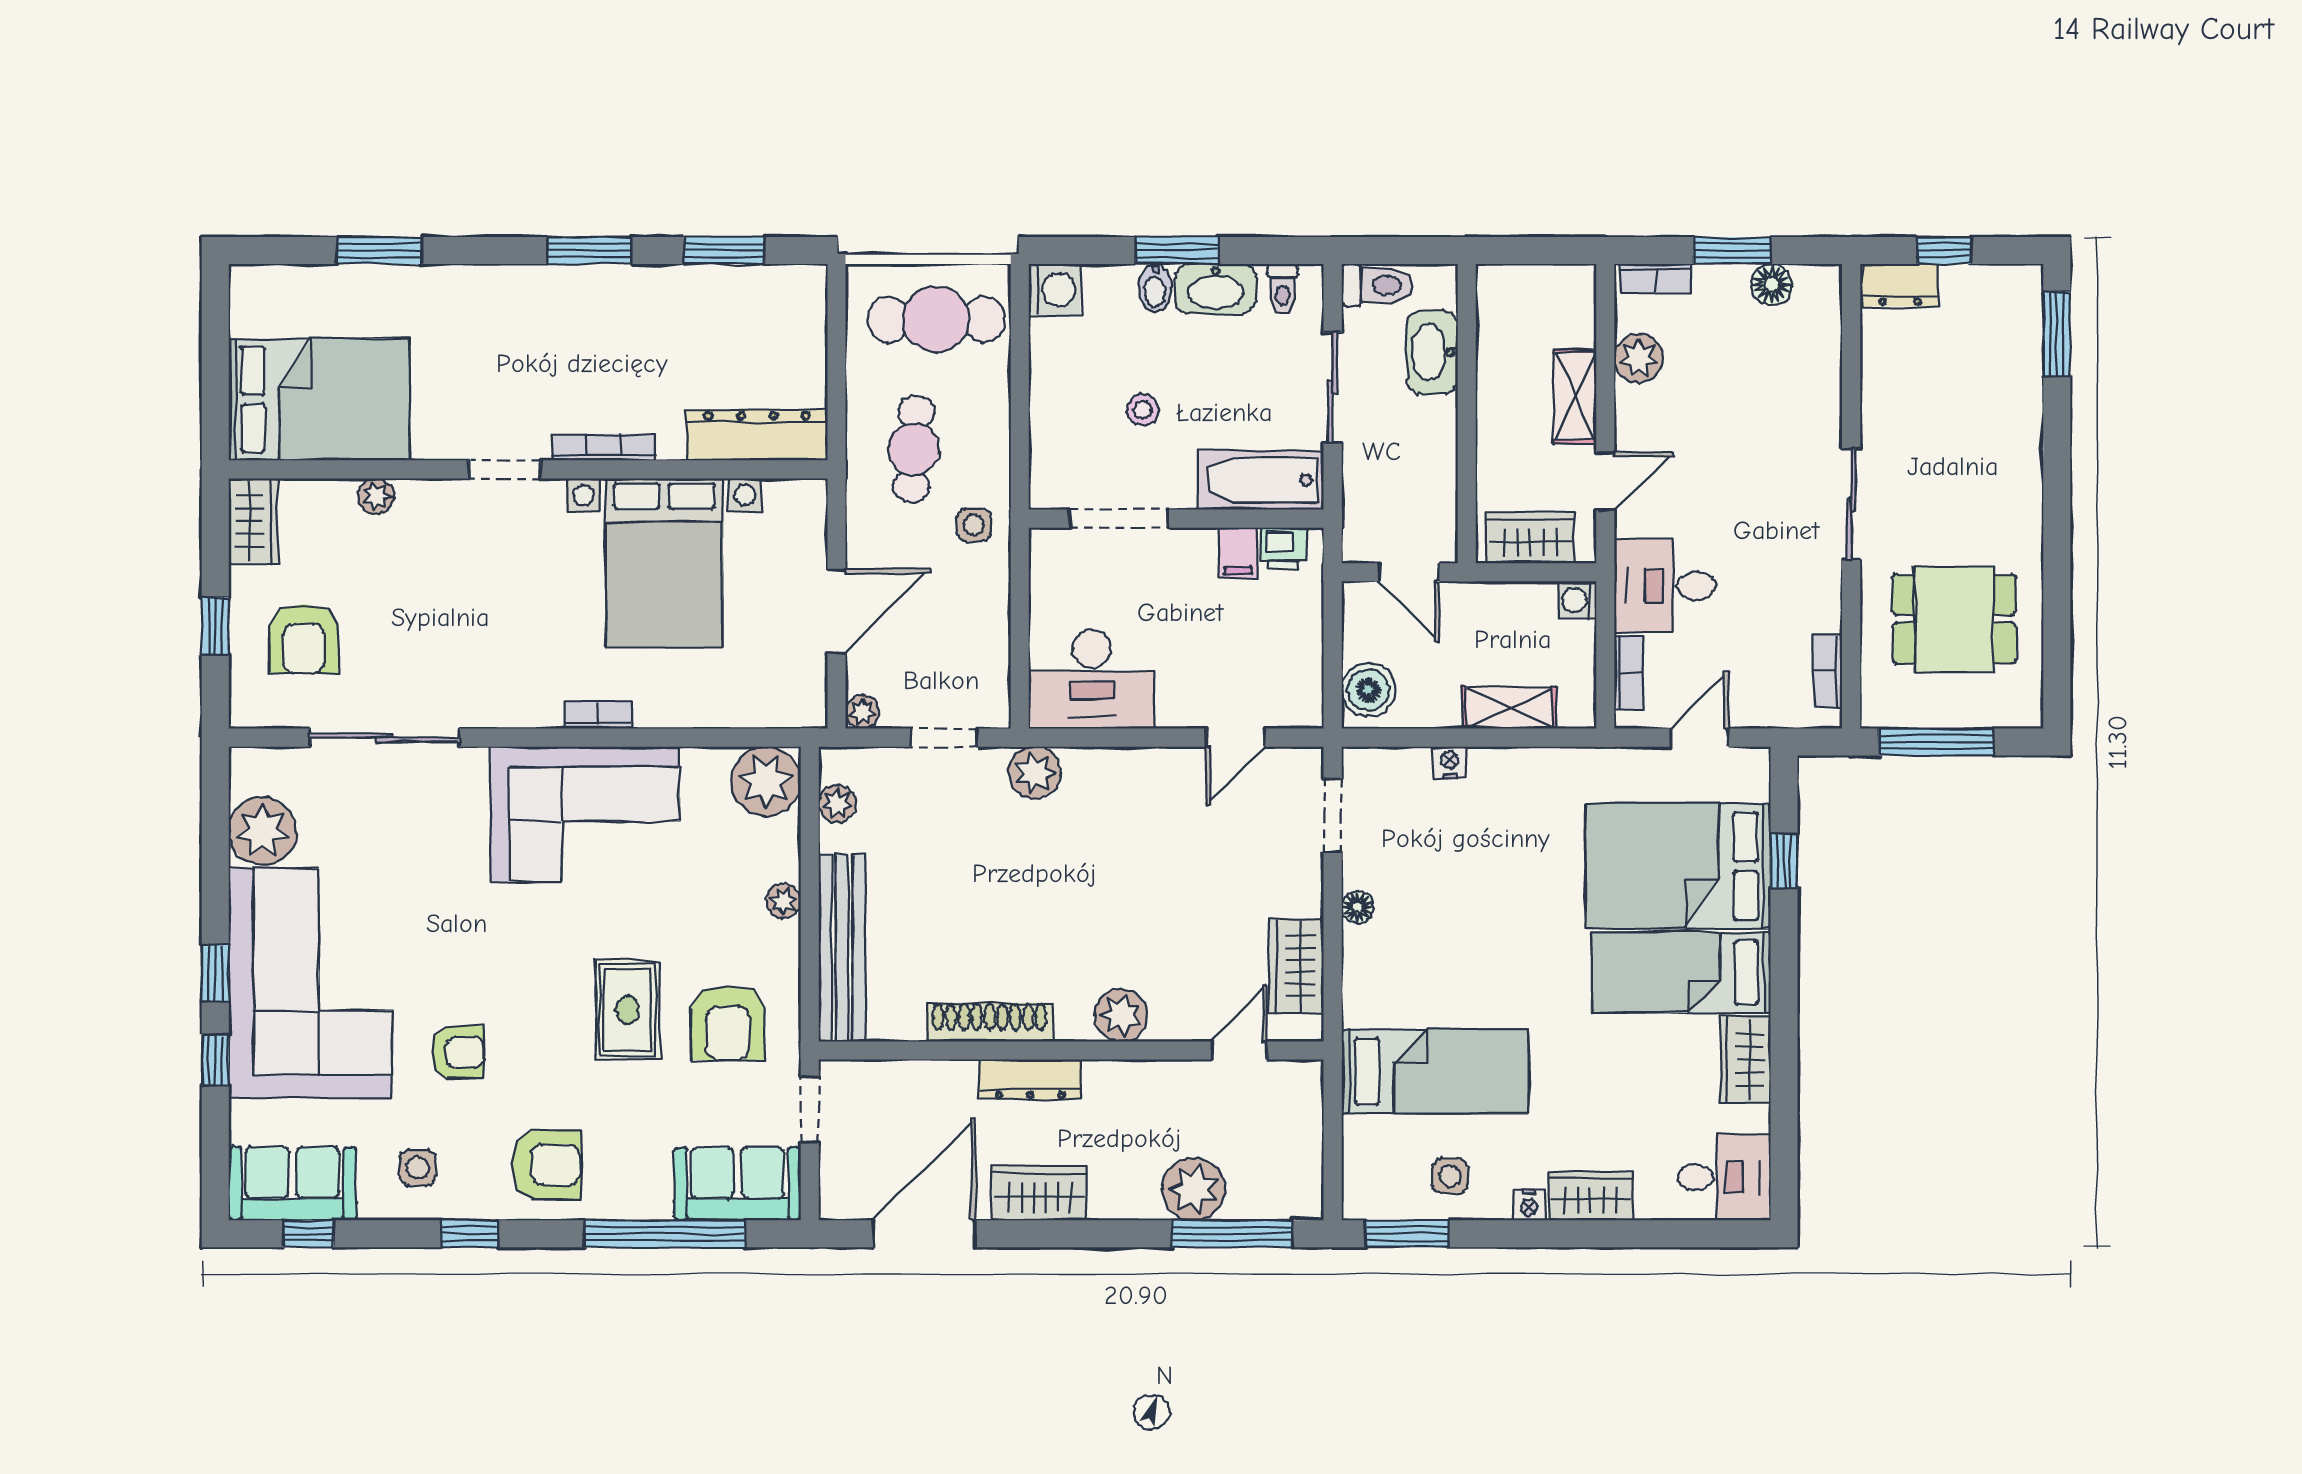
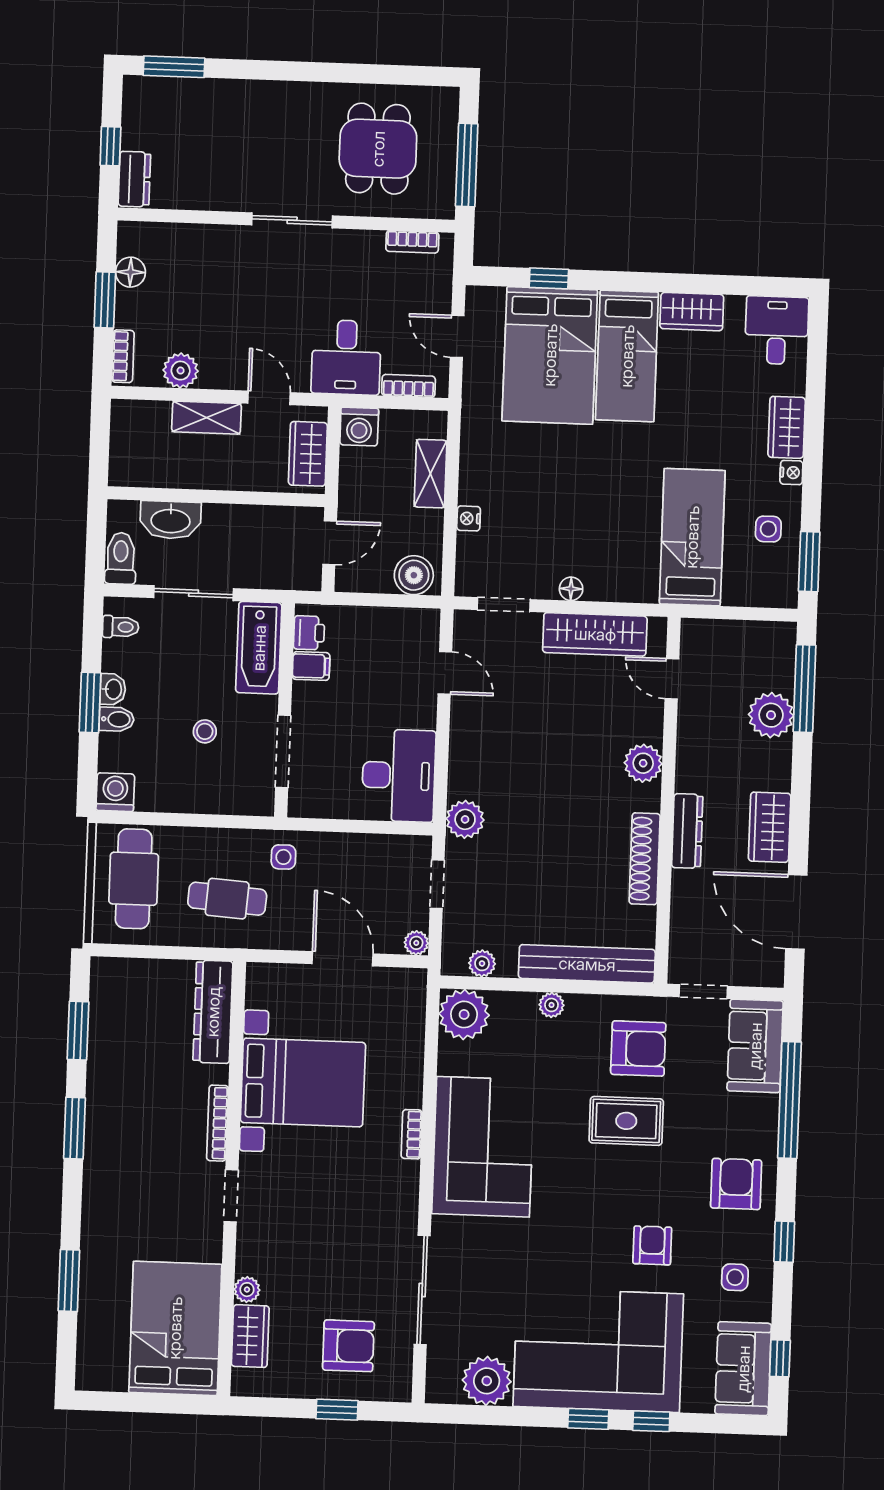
washbasin: (1216, 289) -> (113, 689), width x0.52, depth x0.69
wardrobe: (253, 521) -> (250, 1336), moved, turned 90
washing machine: (1578, 600) -> (359, 427), width x1.38, depth x1.38
wardrobe: (1296, 966) -> (595, 634), width x1.50

